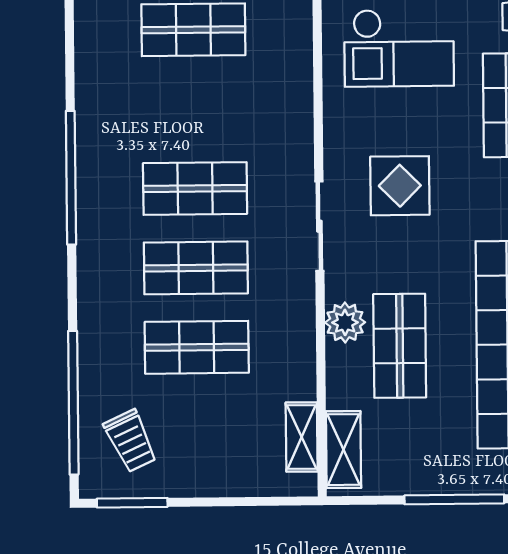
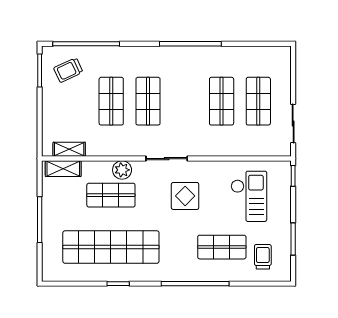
checkout: (399, 48) -> (249, 196), turned 180
shop shelf: (195, 189) -> (222, 101), moved

